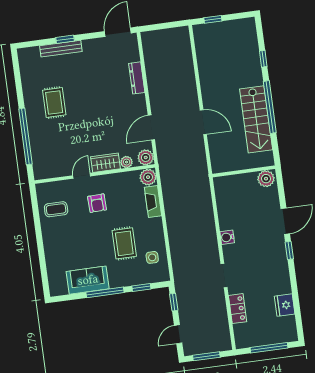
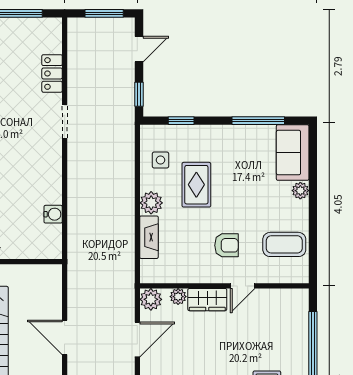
plant: (148, 177) -> (151, 203), moved
armchair: (97, 203) -> (226, 245), turned 92
coffee table: (56, 209) -> (284, 244), width x1.36, depth x1.30
water cooler: (227, 237) -> (53, 214), moved
plant: (50, 249) -> (300, 191), added
sofa: (88, 280) -> (293, 153), moved, turned 90
window: (105, 292) -> (258, 121), moved

